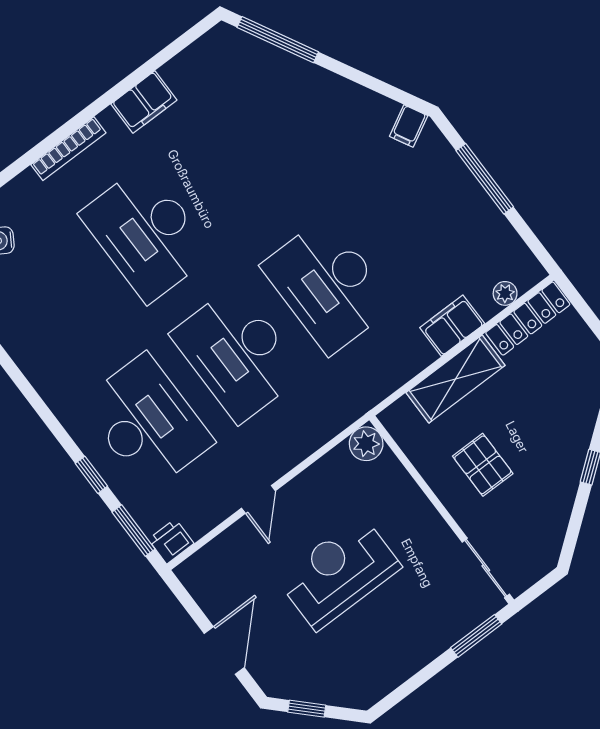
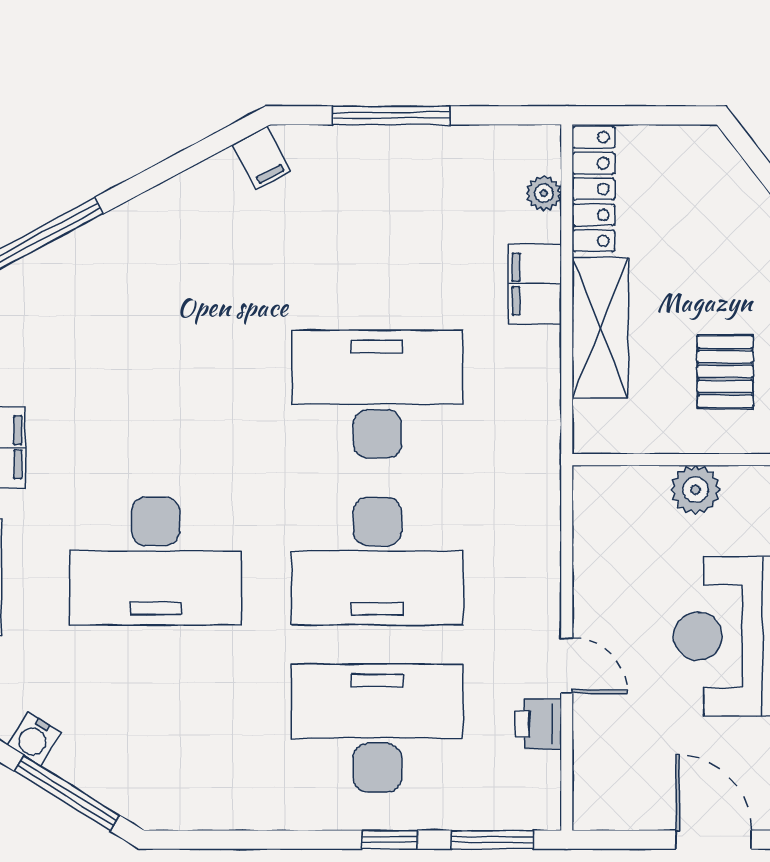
desk: (328, 285) -> (377, 394), turned 180
plant: (366, 444) -> (696, 490), moved
pallet: (483, 465) -> (725, 372), turned 90
printer: (171, 541) -> (538, 724), moved

